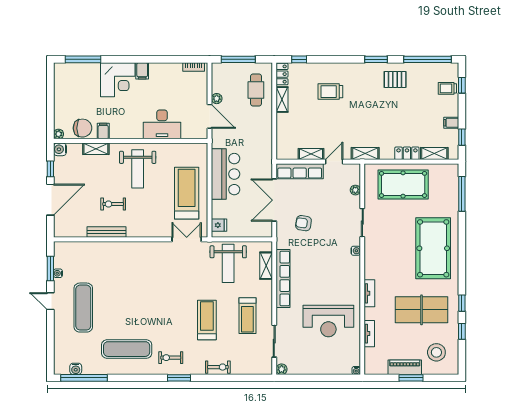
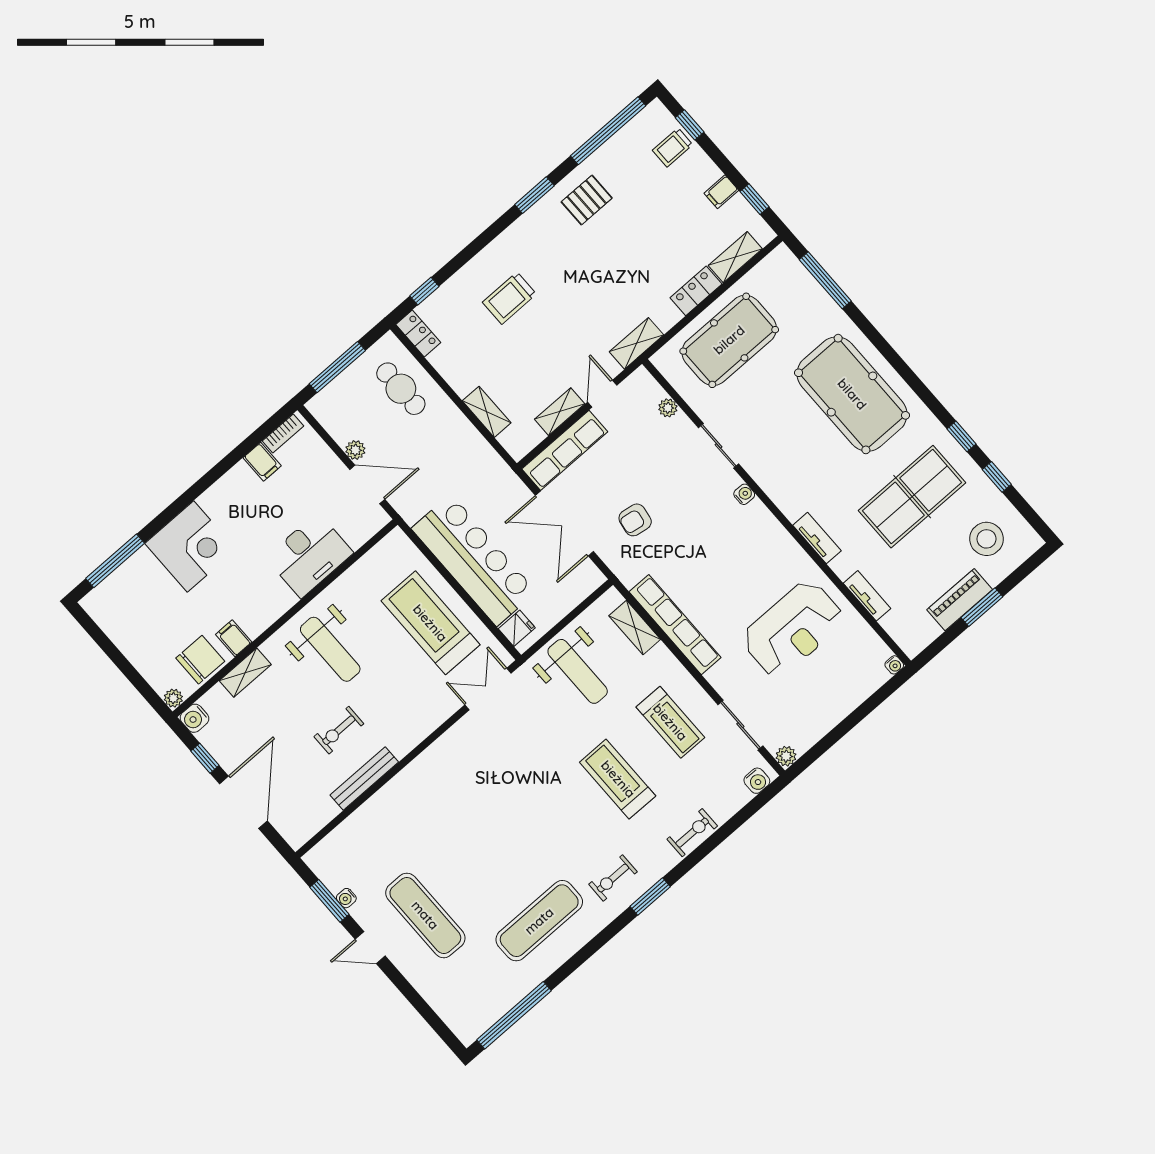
filing cabinet: (142, 71) -> (262, 462), moved
shelving: (282, 100) -> (487, 412), moved
bar counter: (226, 174) -> (474, 560), width x1.36
water cooler: (76, 369) -> (757, 781), moved

